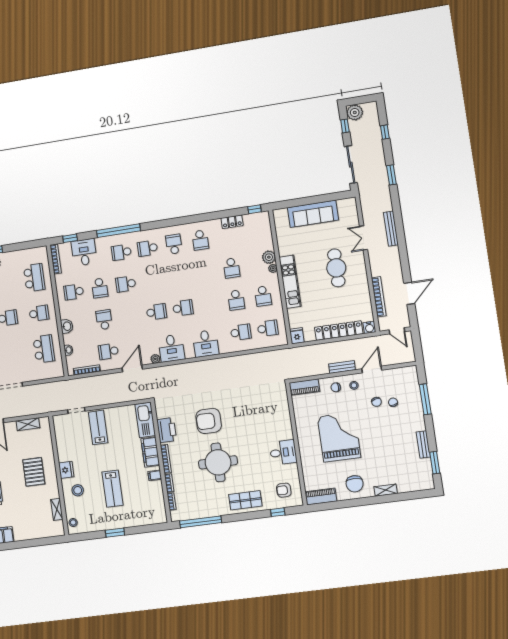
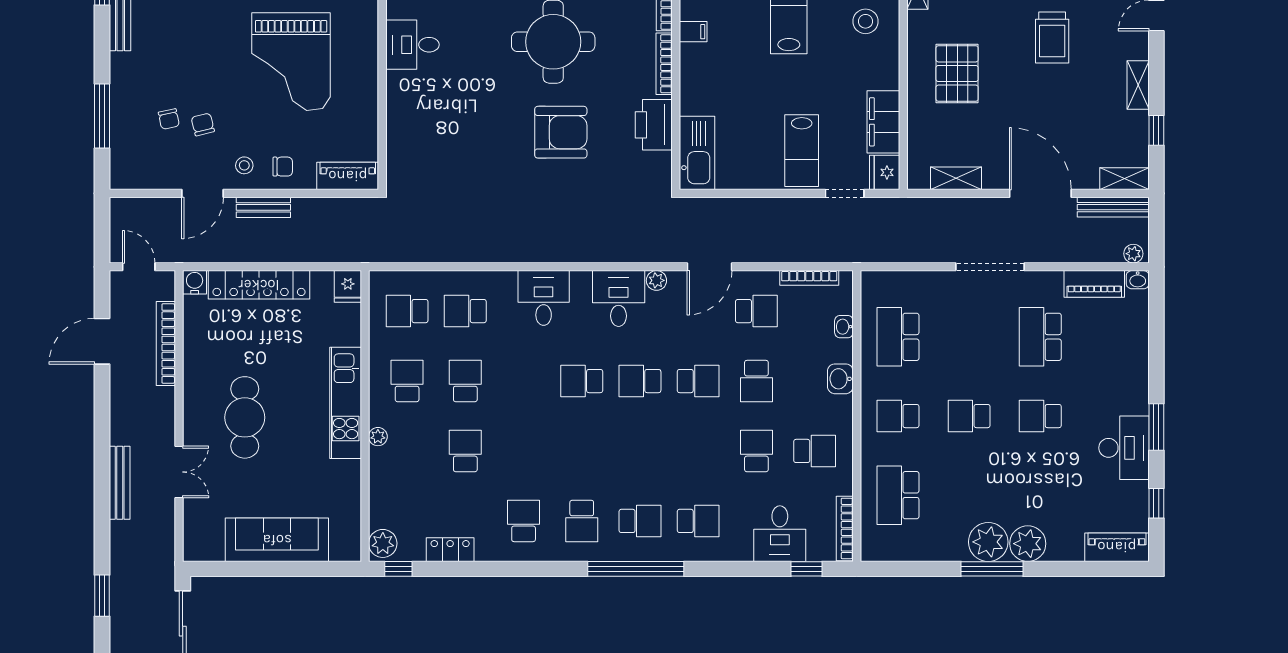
window: (118, 231) -> (636, 569), moved
plant: (269, 257) -> (383, 543), moved
school desk: (126, 284) -> (698, 381), moved
filing cabinet: (150, 452) -> (883, 122), moved, turned 180
fridge: (66, 470) -> (885, 172), moved

